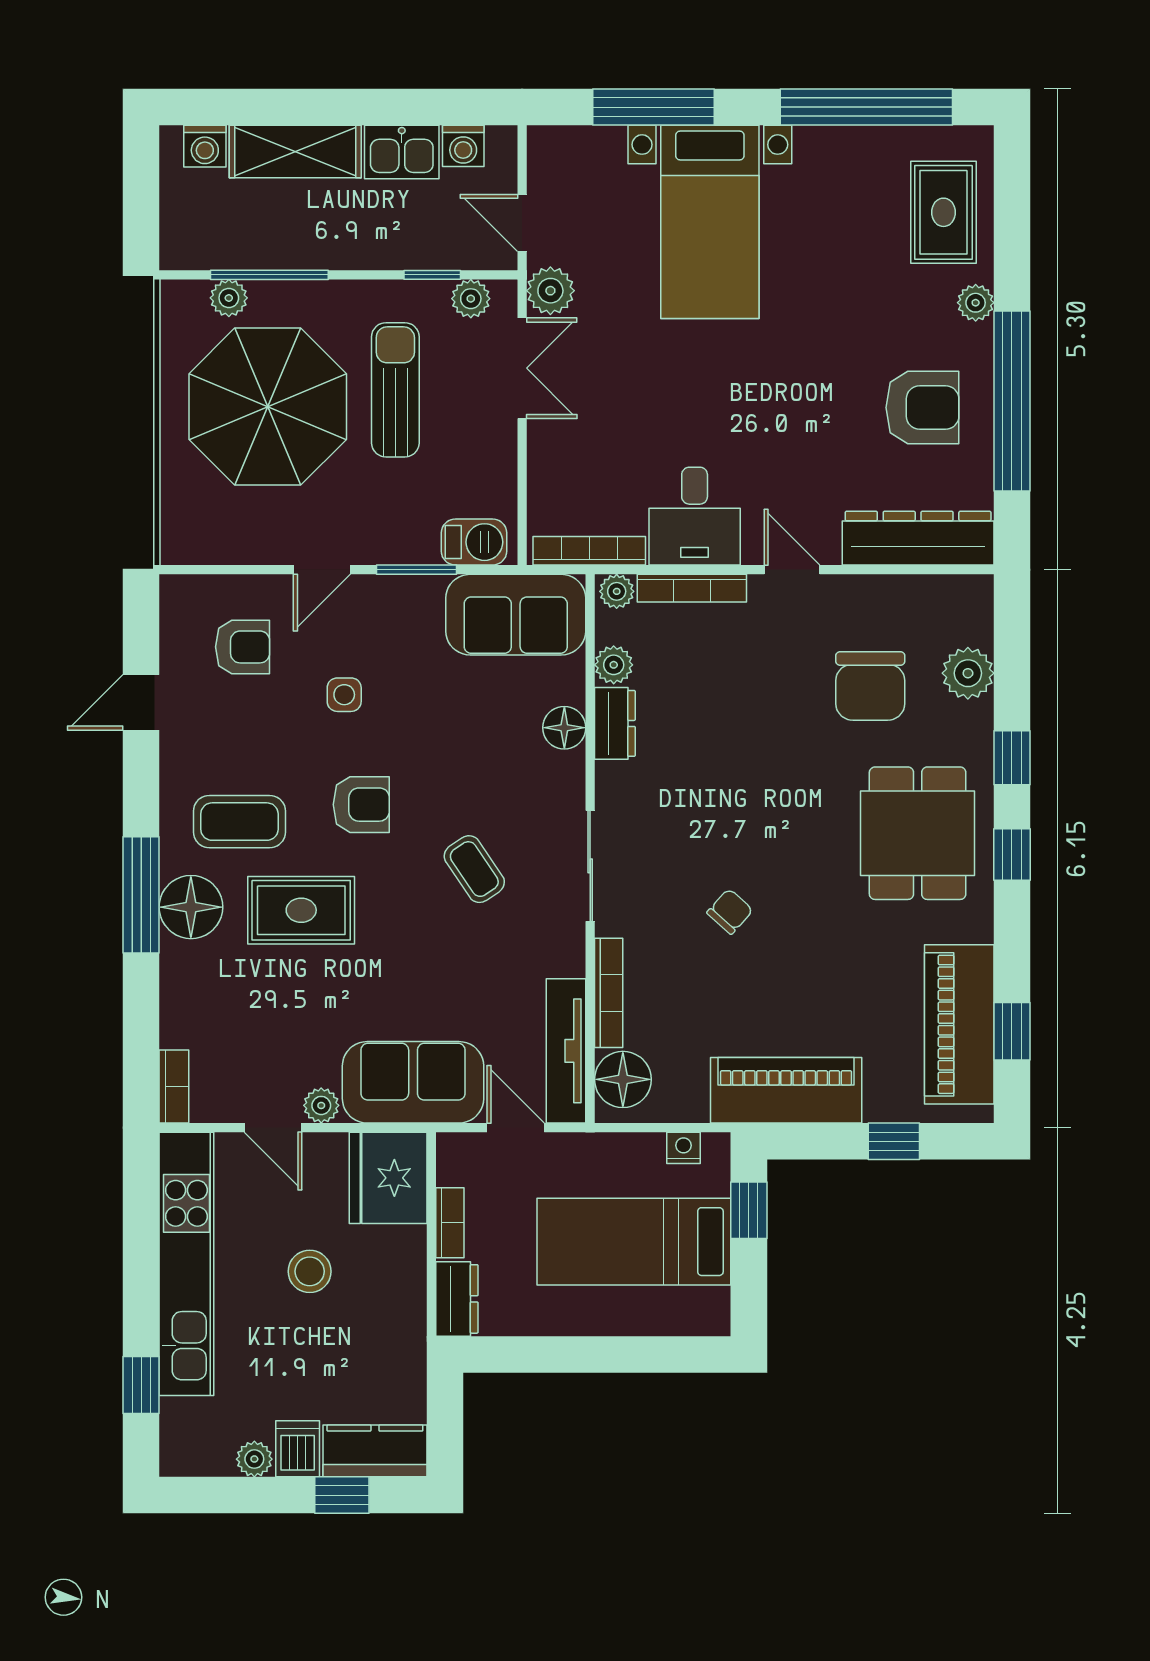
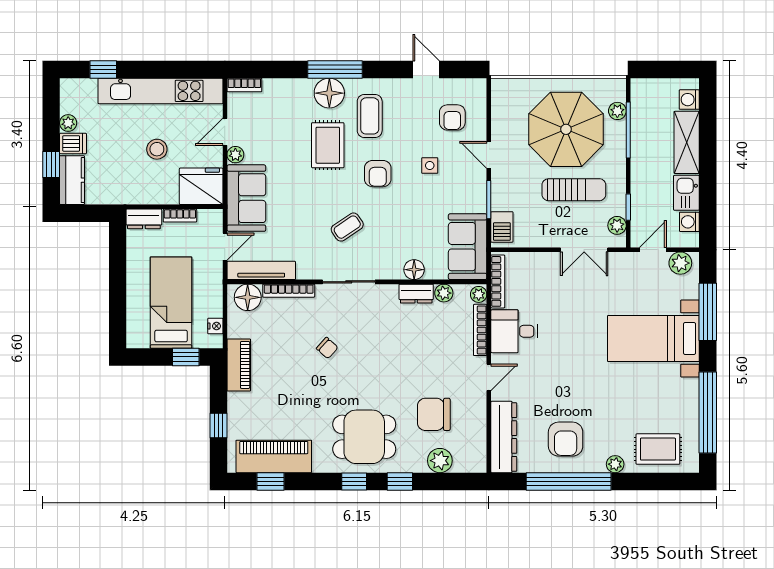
plant: (550, 291) -> (680, 263), moved
piano: (786, 1090) -> (239, 365), width x0.73, depth x0.75

